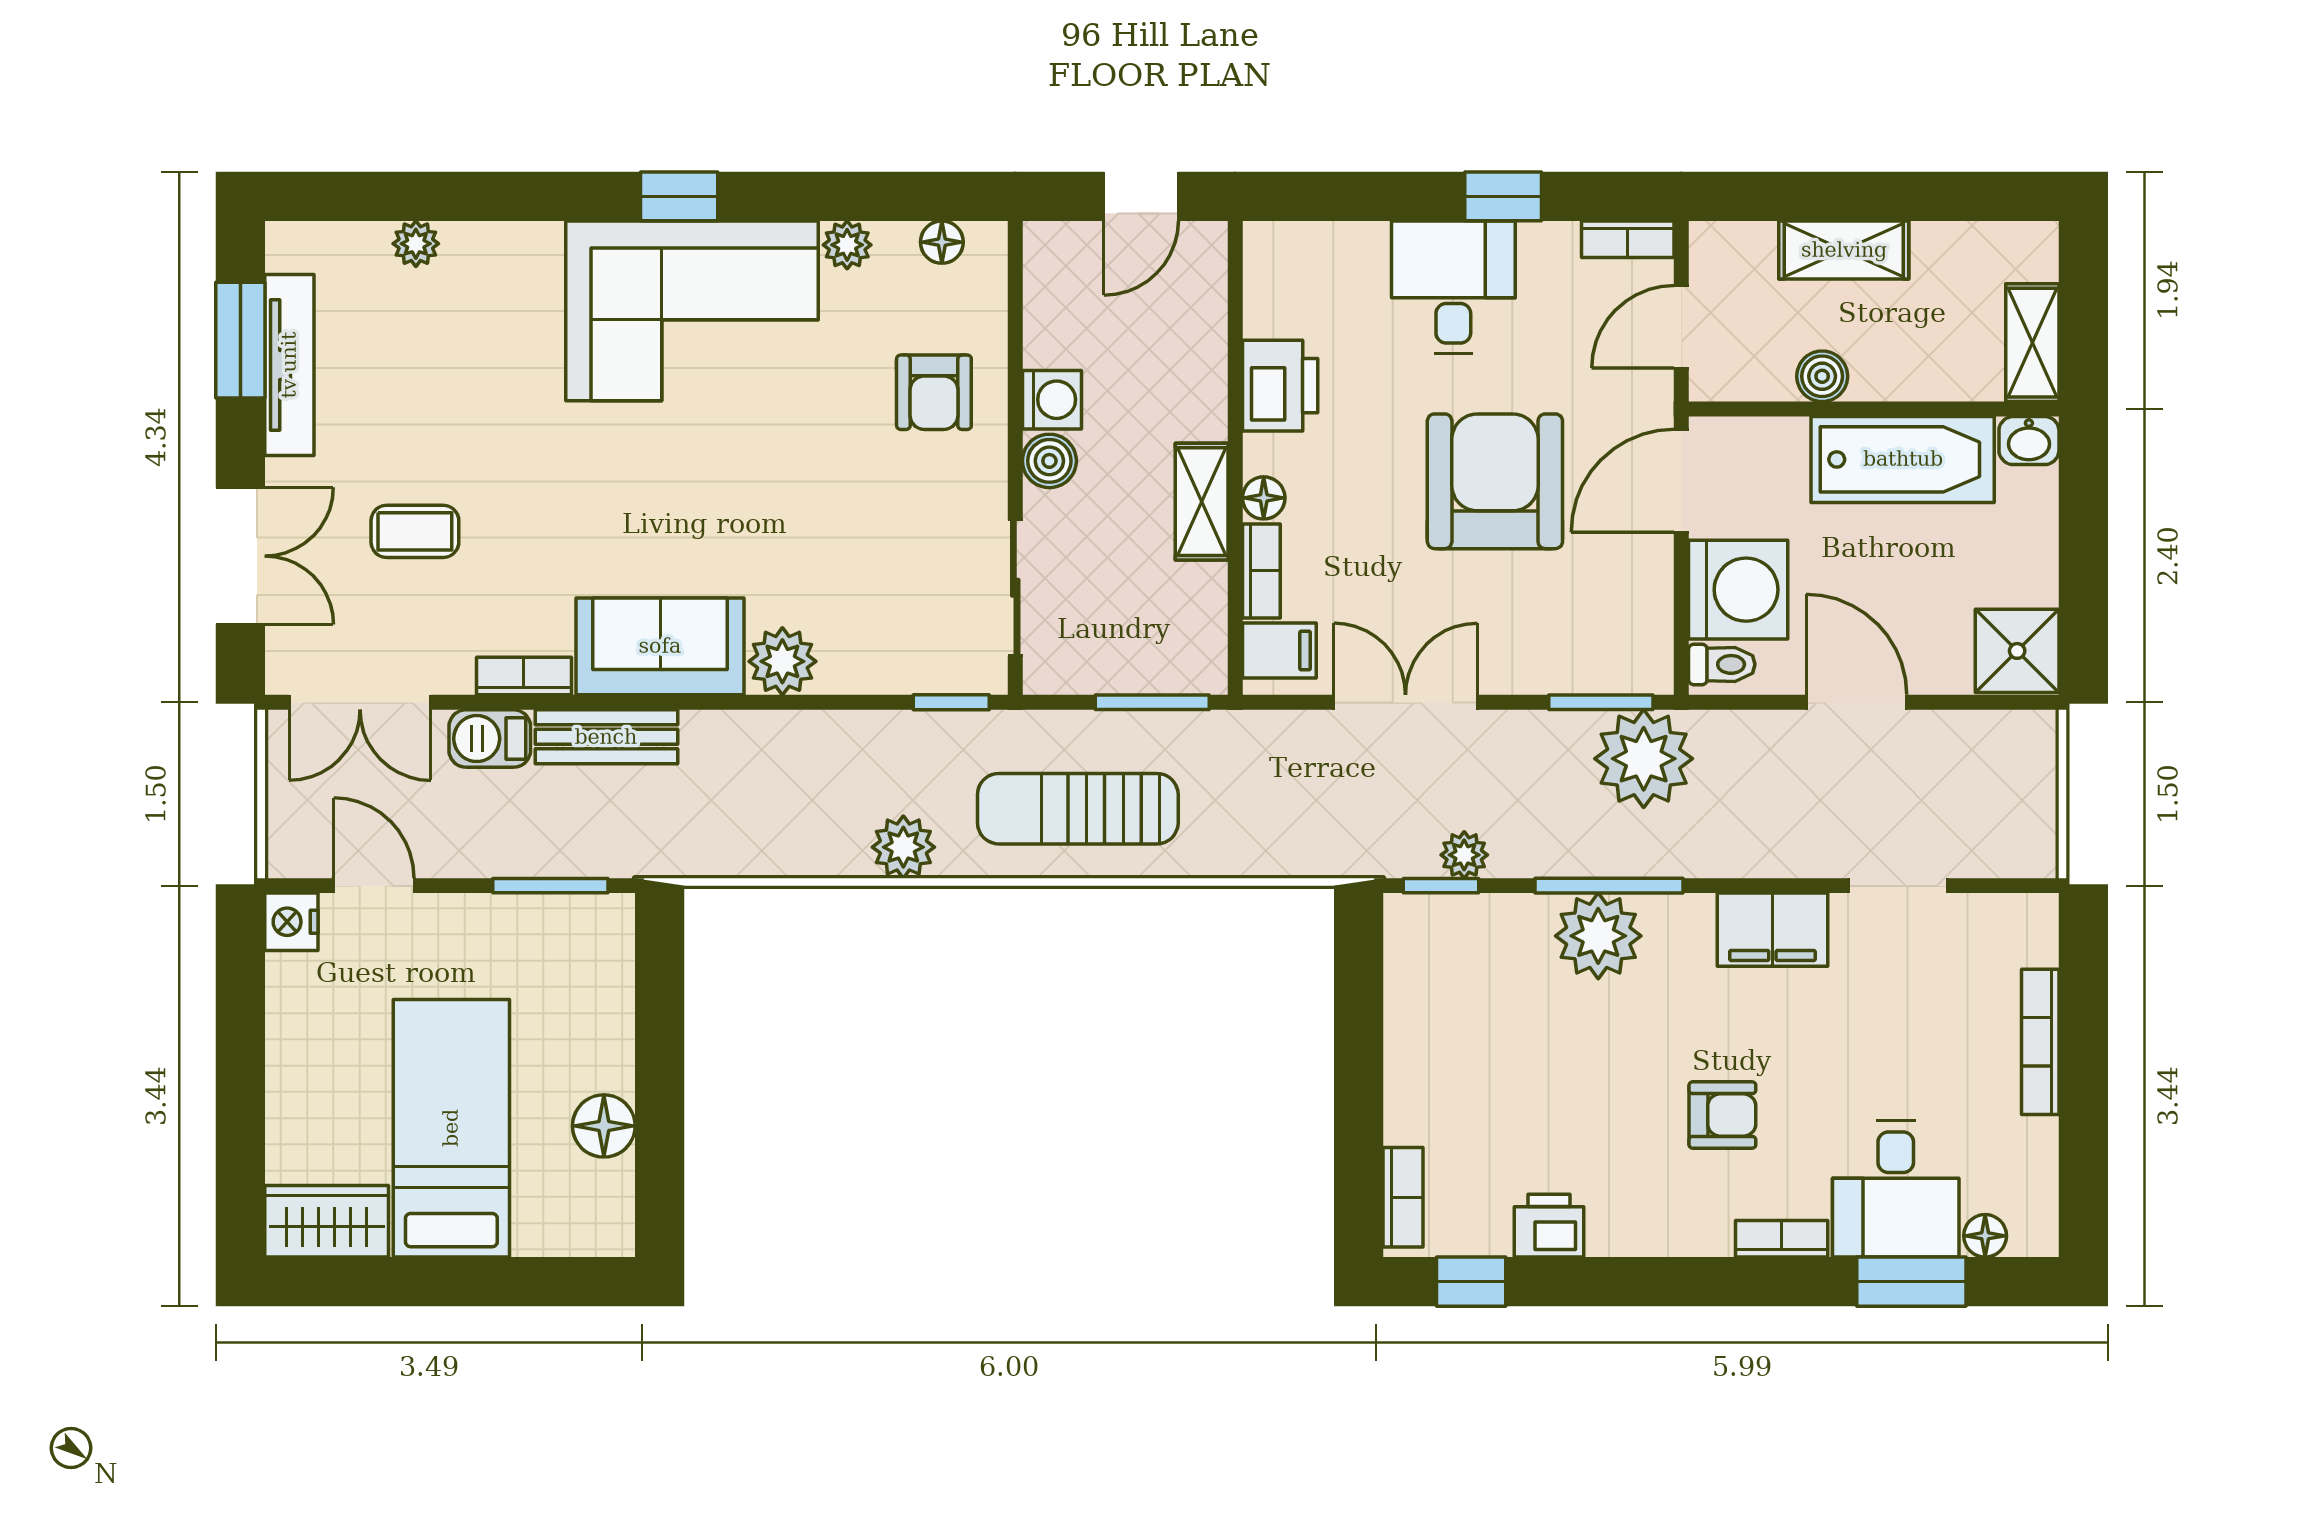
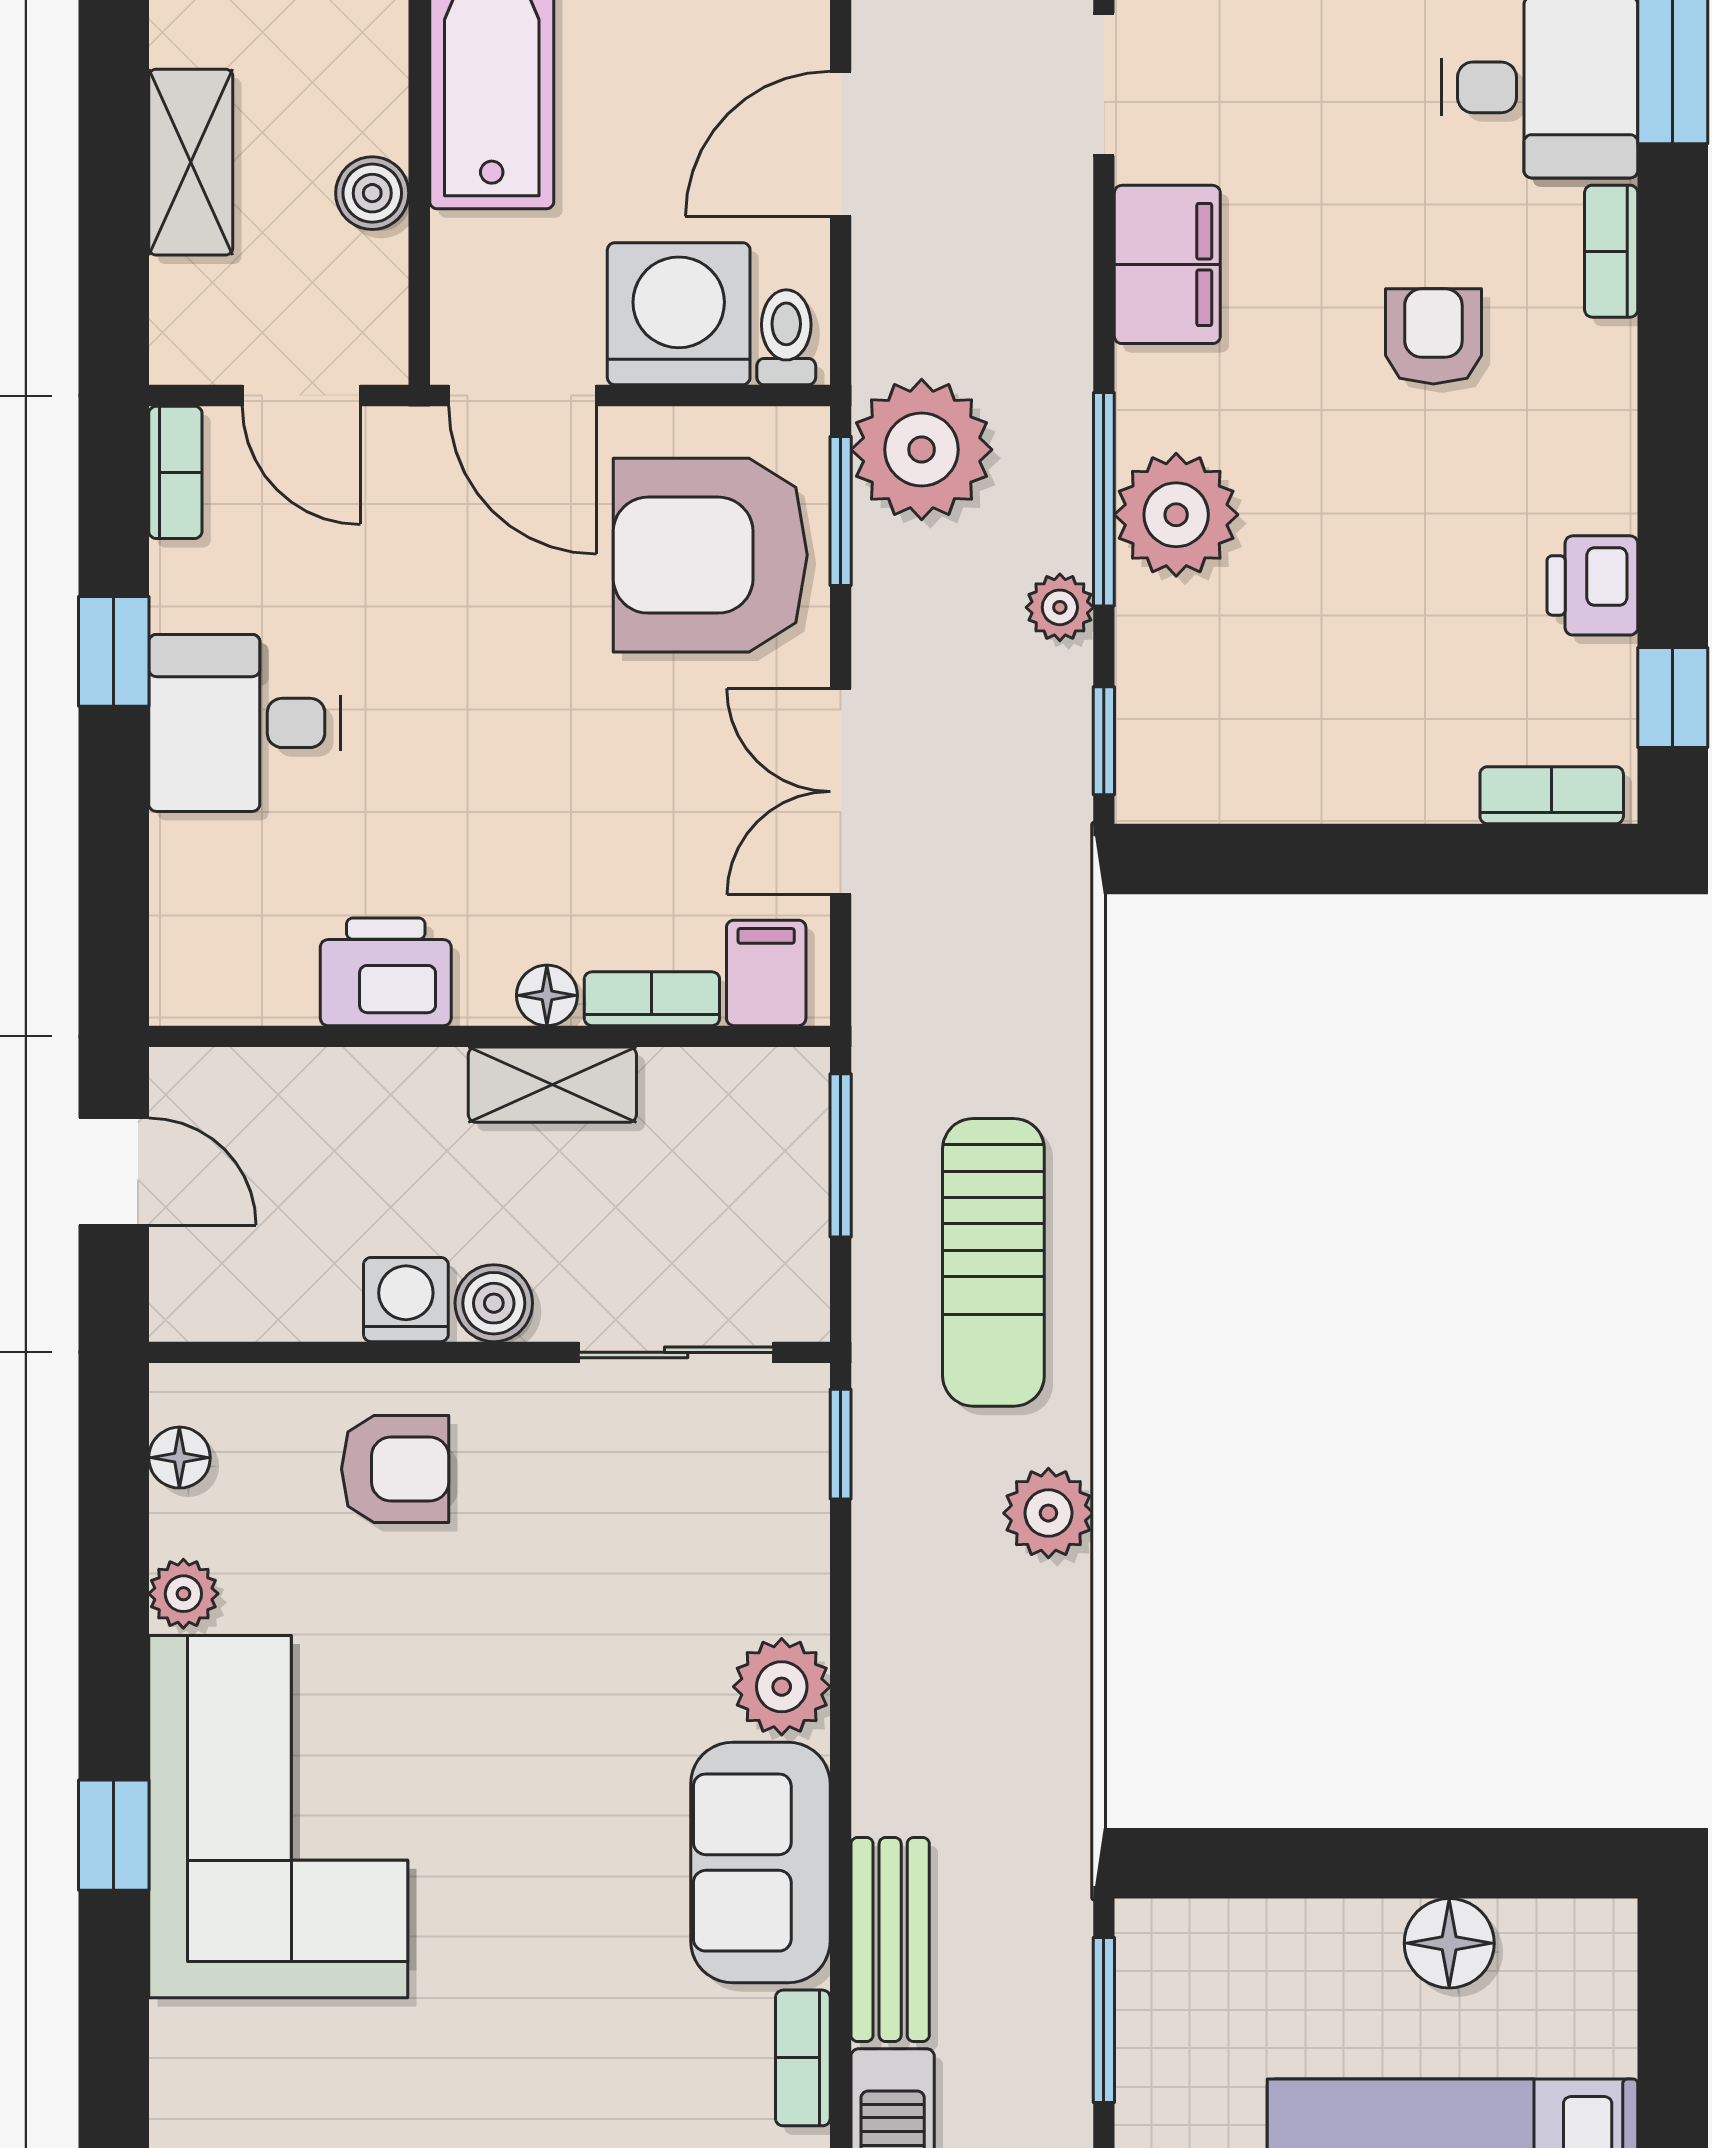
armchair: (1495, 481) -> (710, 555), moved
plant: (1464, 855) -> (1060, 607), moved

